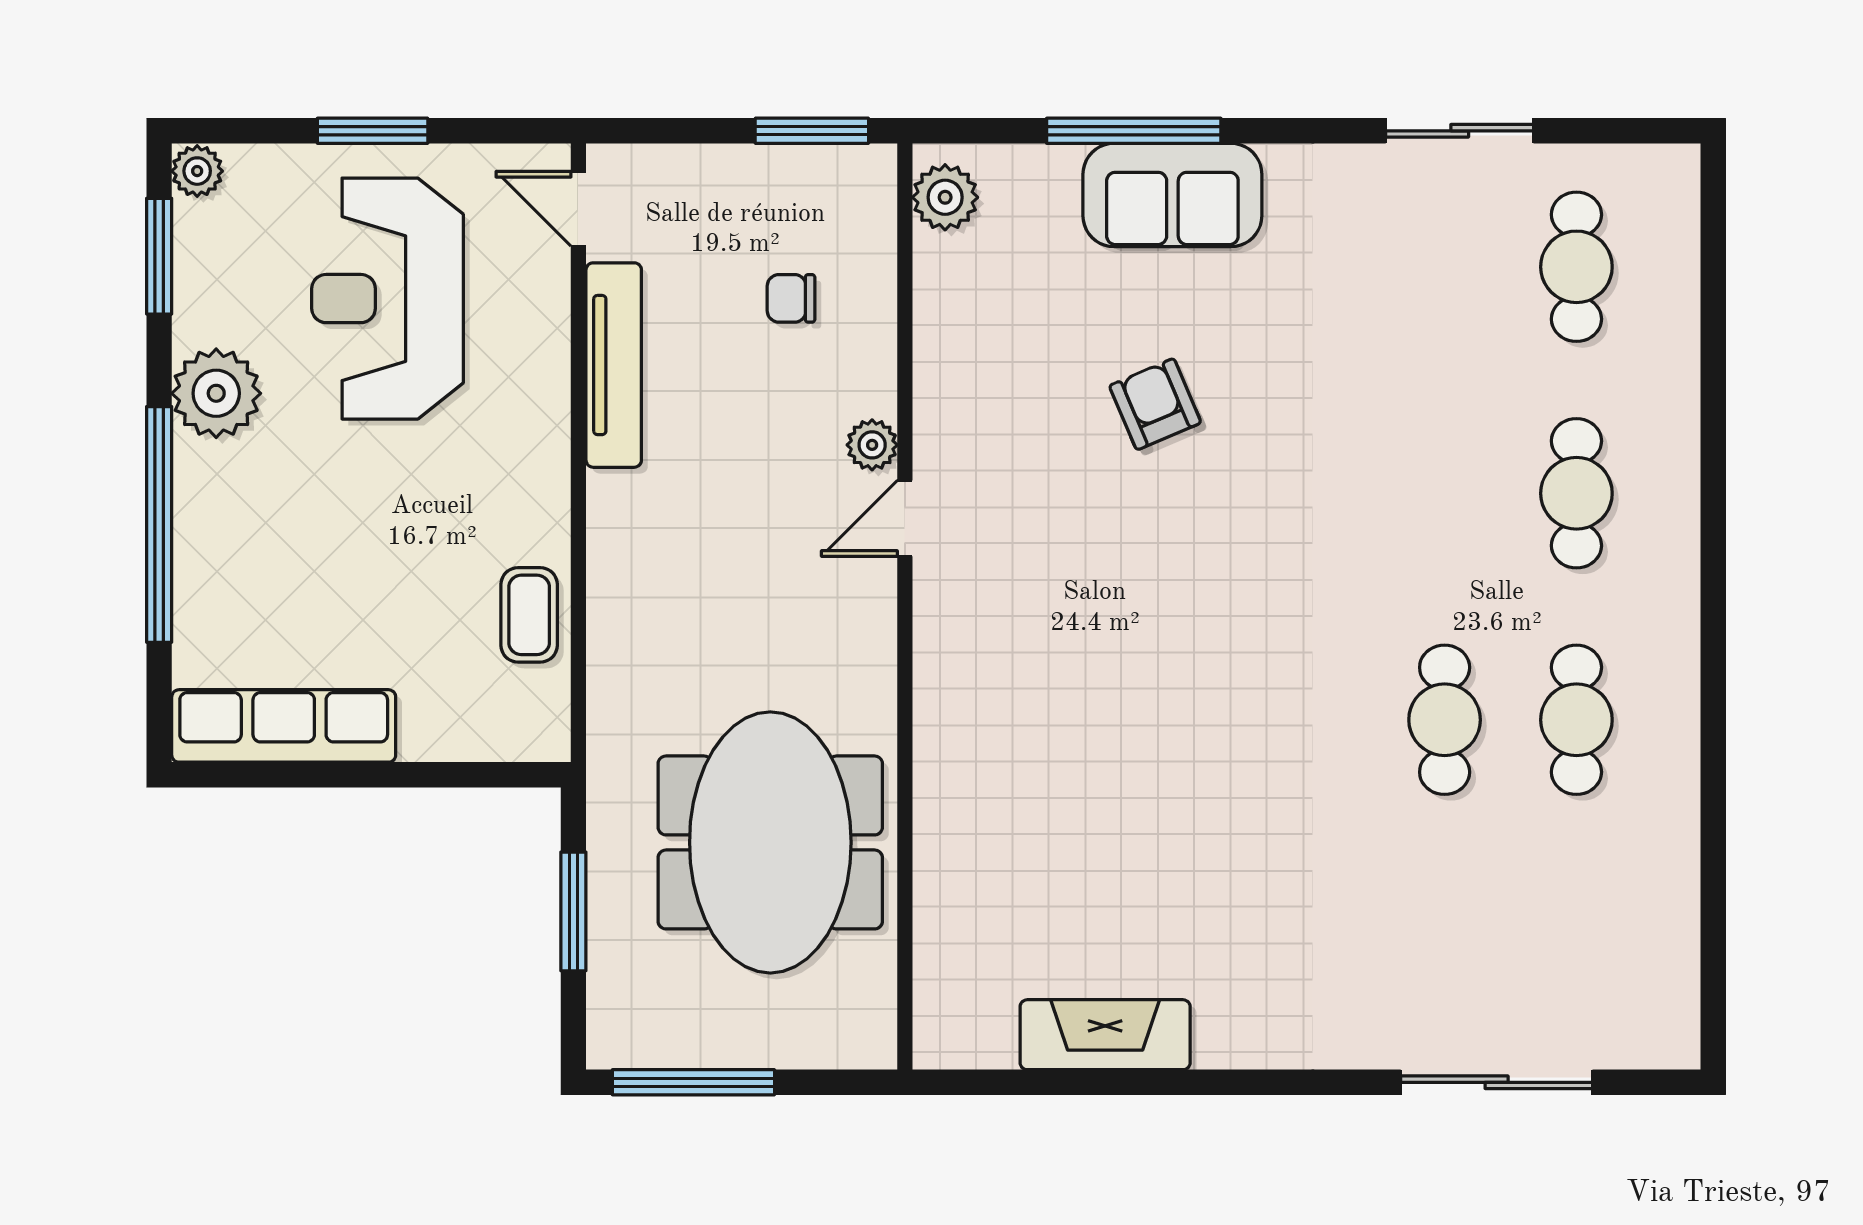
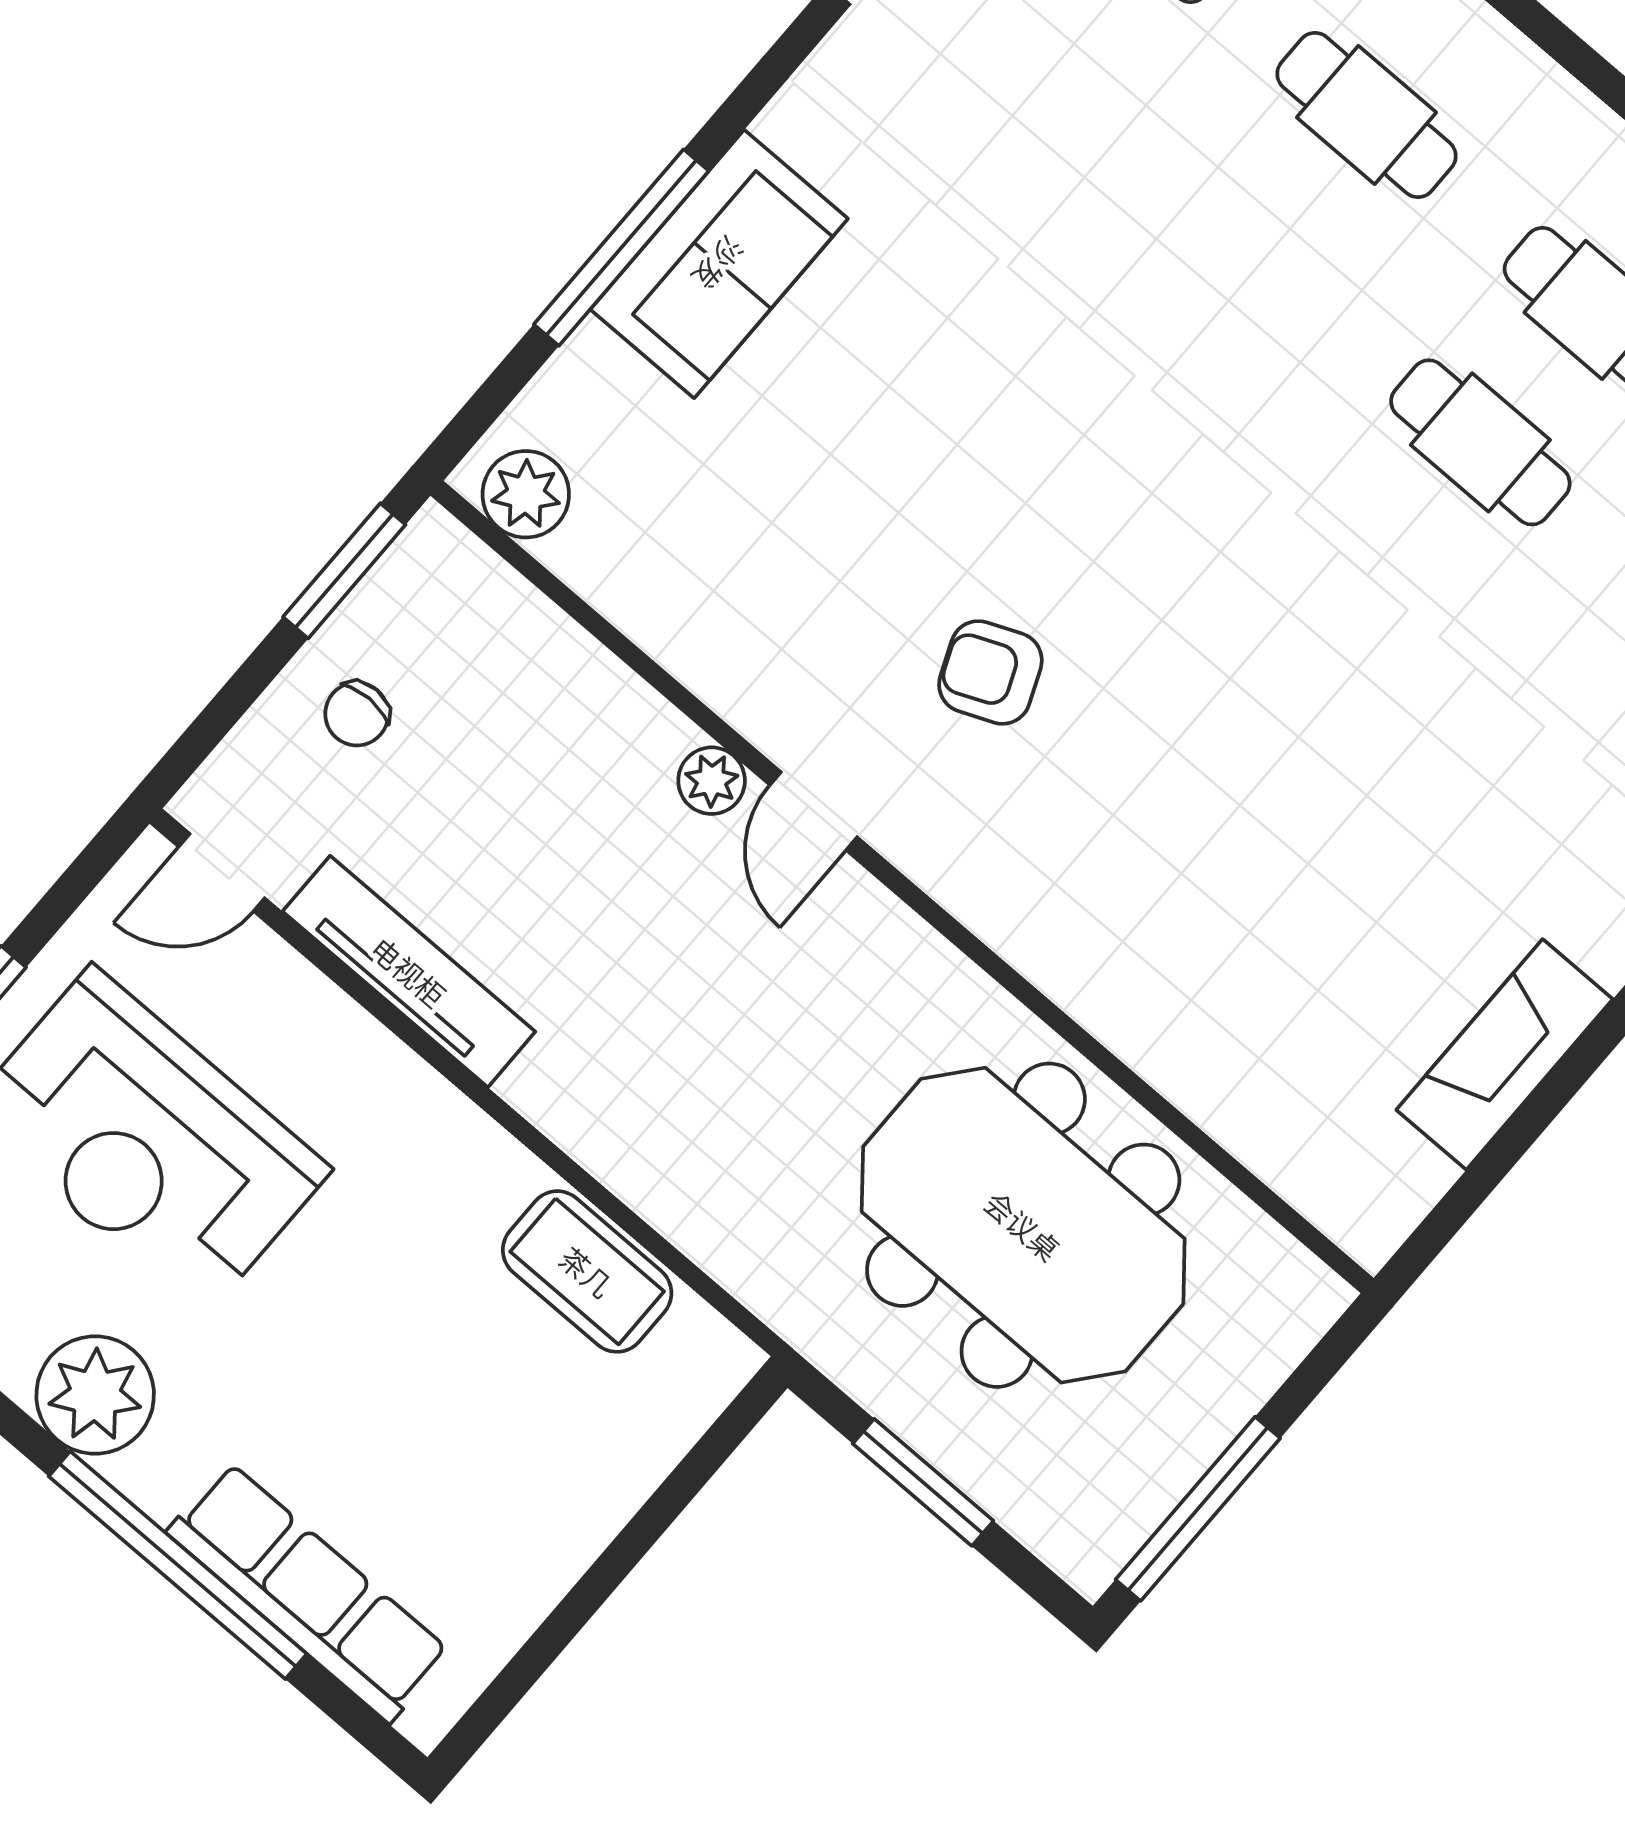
chair: (791, 298) -> (357, 714), moved
armchair: (1155, 404) -> (990, 672), moved
coffee table: (529, 615) -> (587, 1271), width x1.36, depth x1.30
row of seats: (284, 726) -> (308, 1592), moved, turned 90

